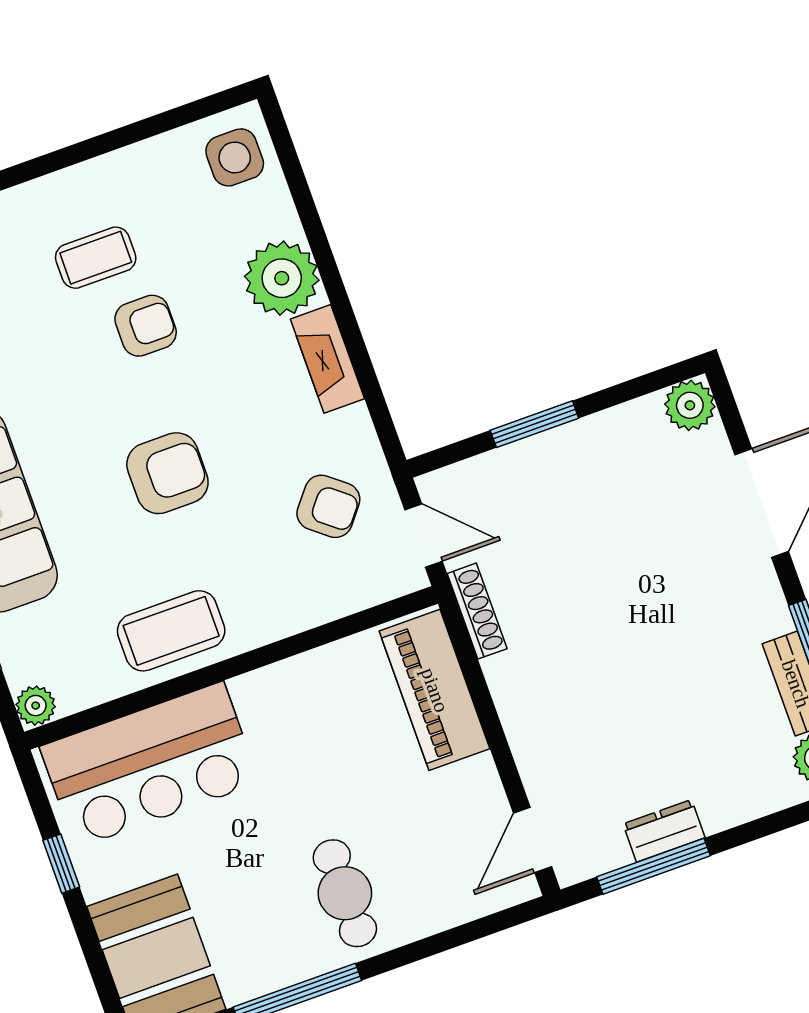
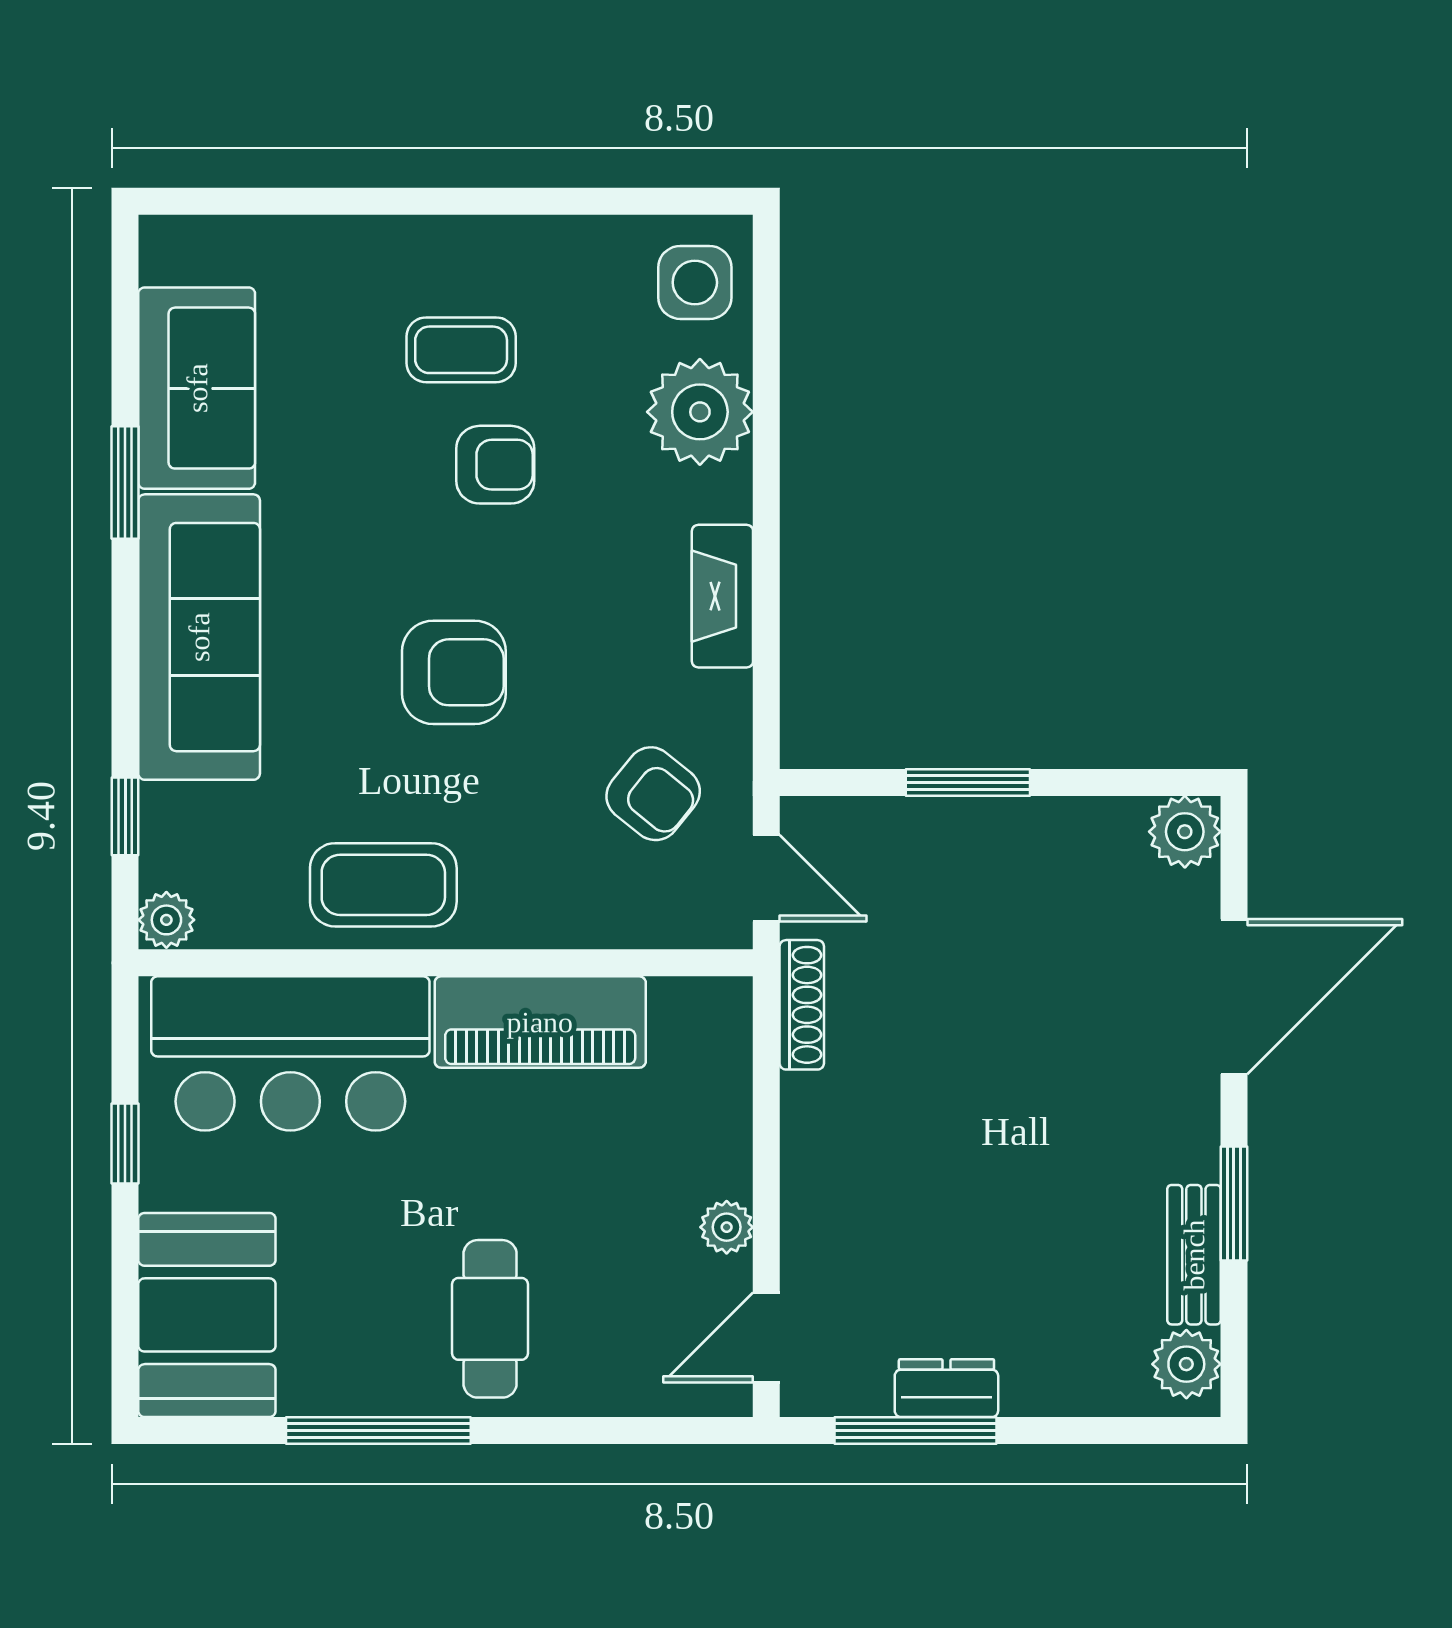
plant: (282, 278) -> (700, 412), moved
piano: (435, 690) -> (540, 1022), moved, turned -90
plant: (480, 776) -> (727, 1227), added

